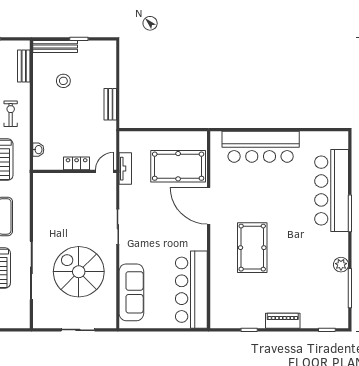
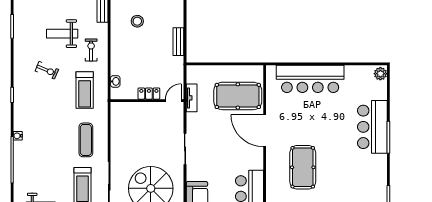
bar counter: (332, 190) -> (372, 127), width x0.73
plant: (341, 265) -> (380, 74), moved

